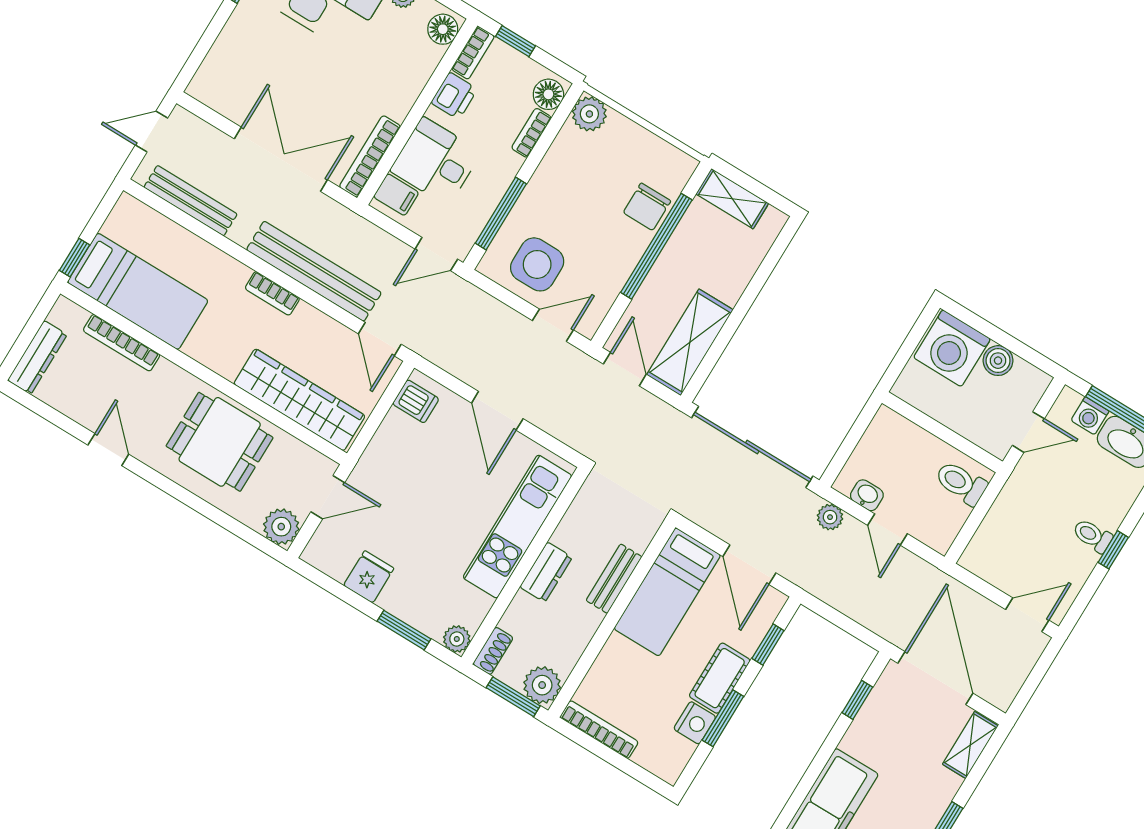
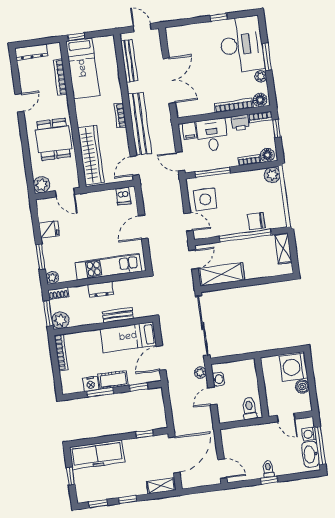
bookcase: (370, 157) -> (234, 105), moved

